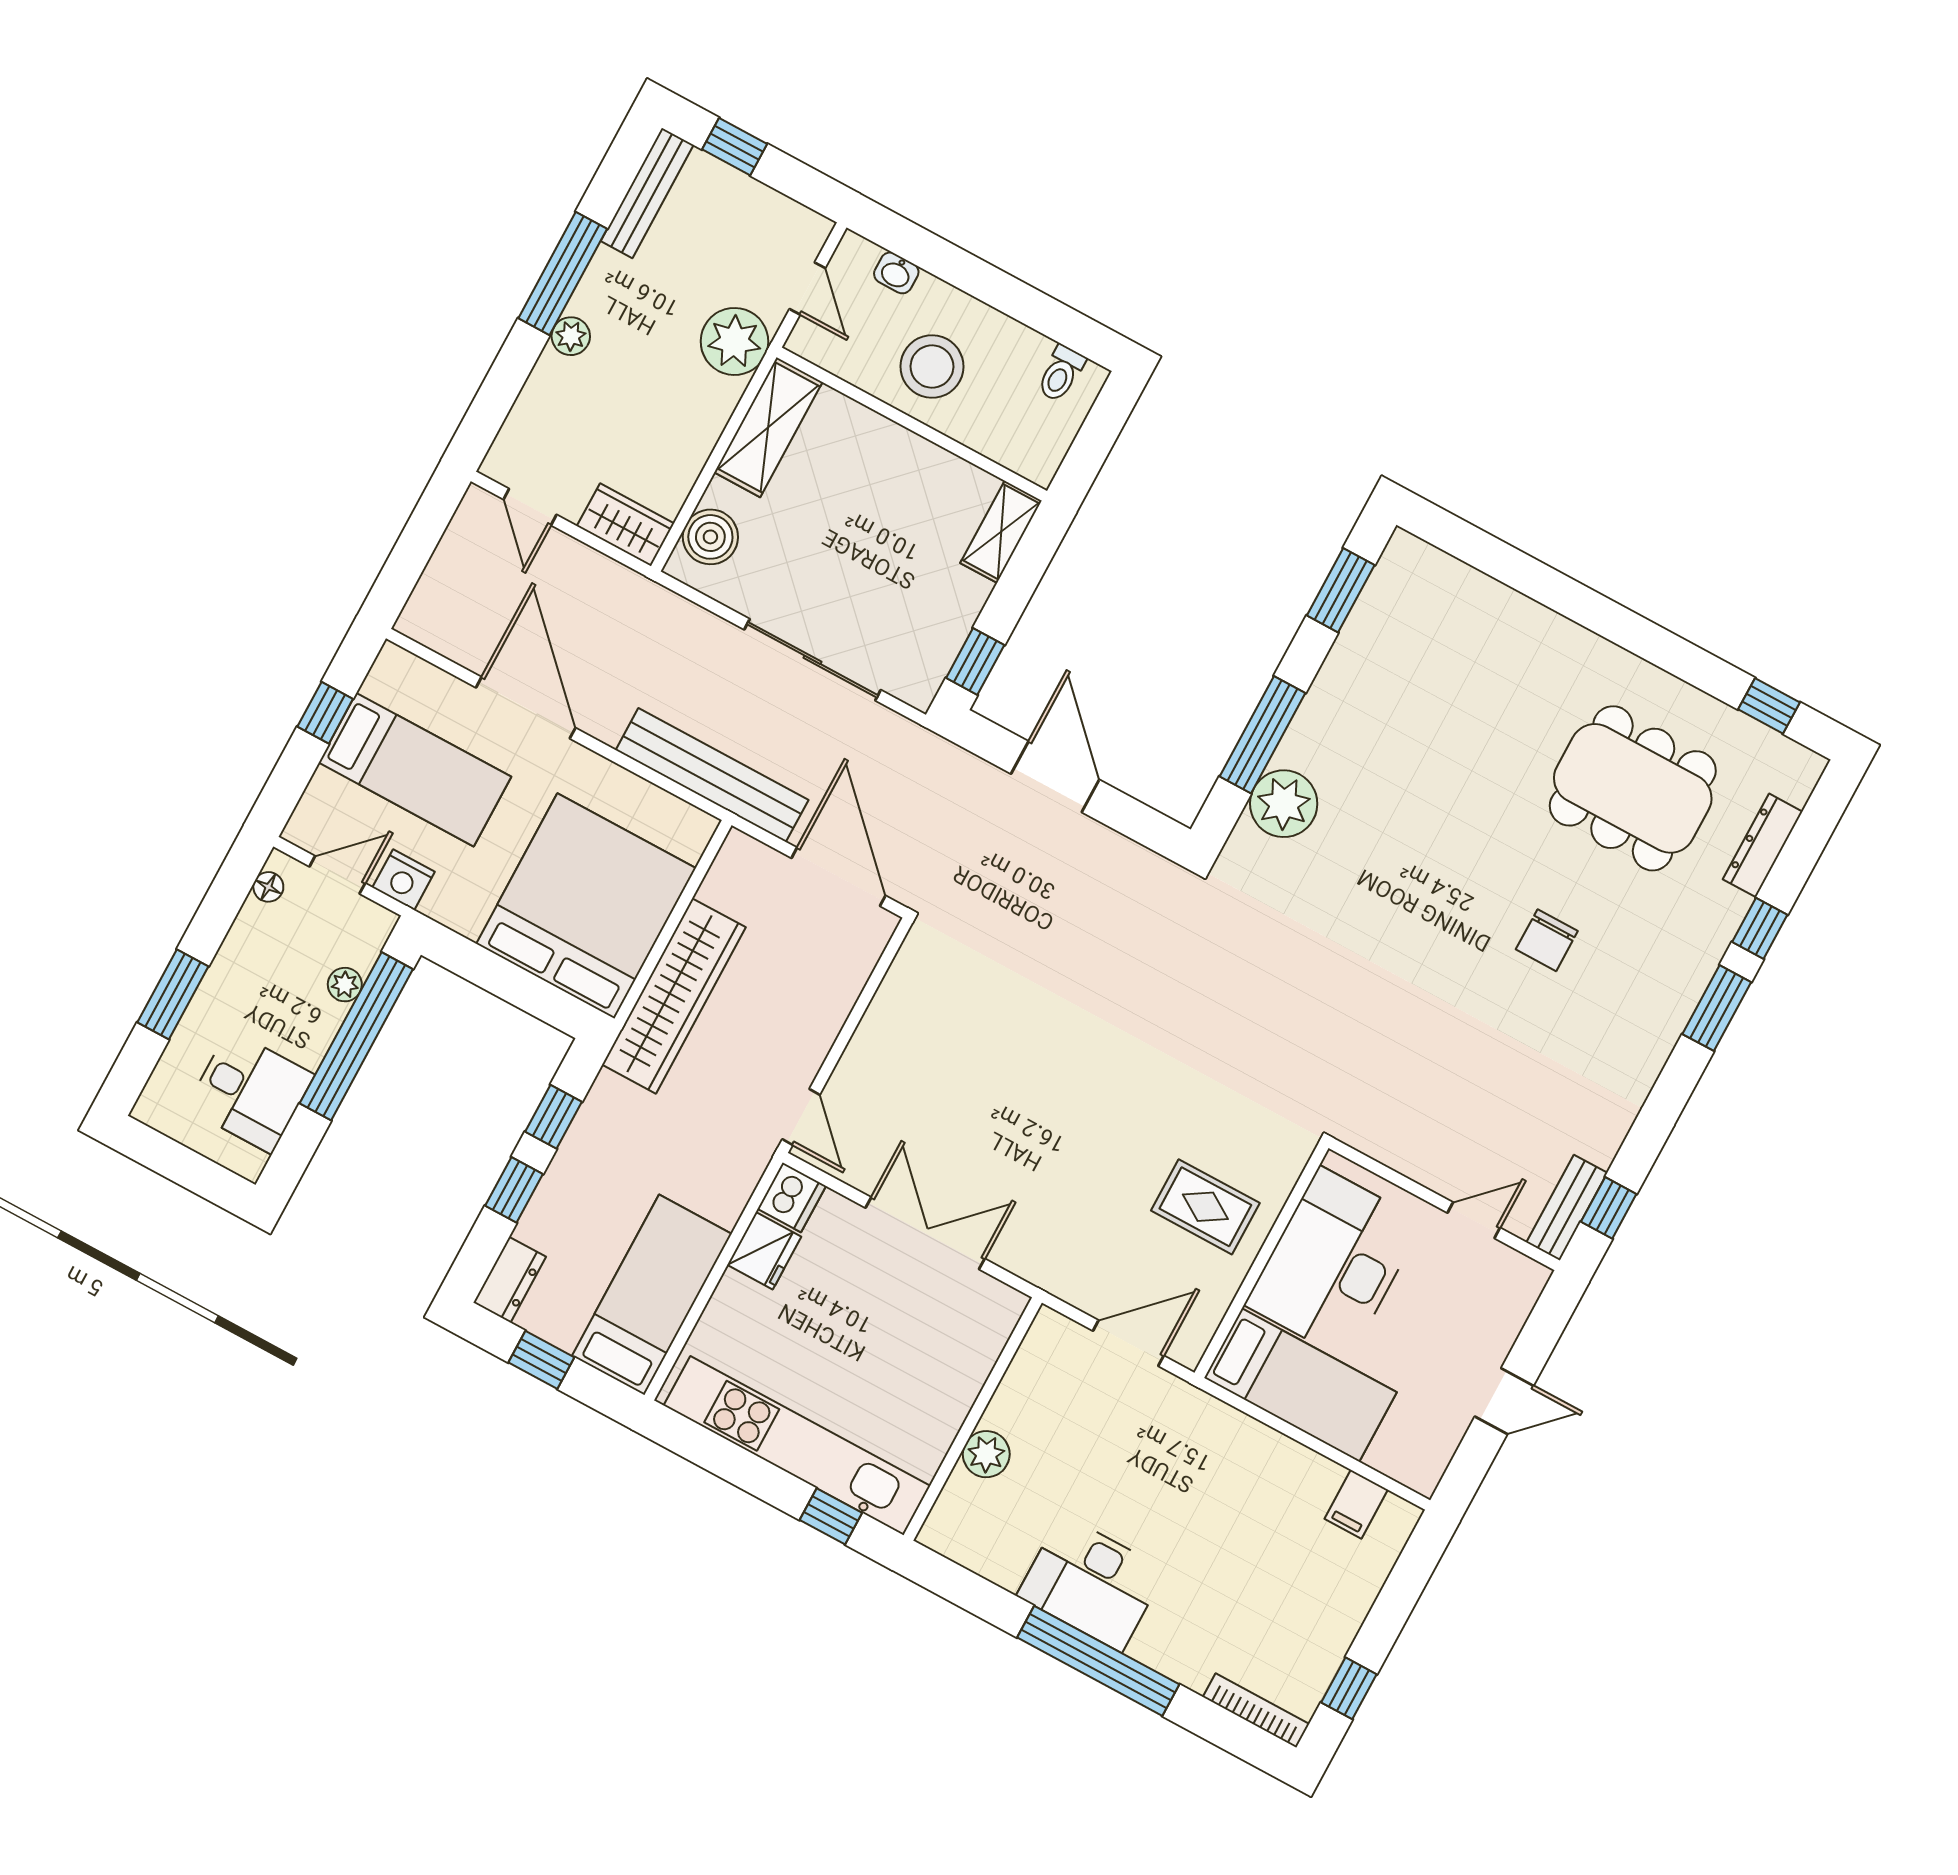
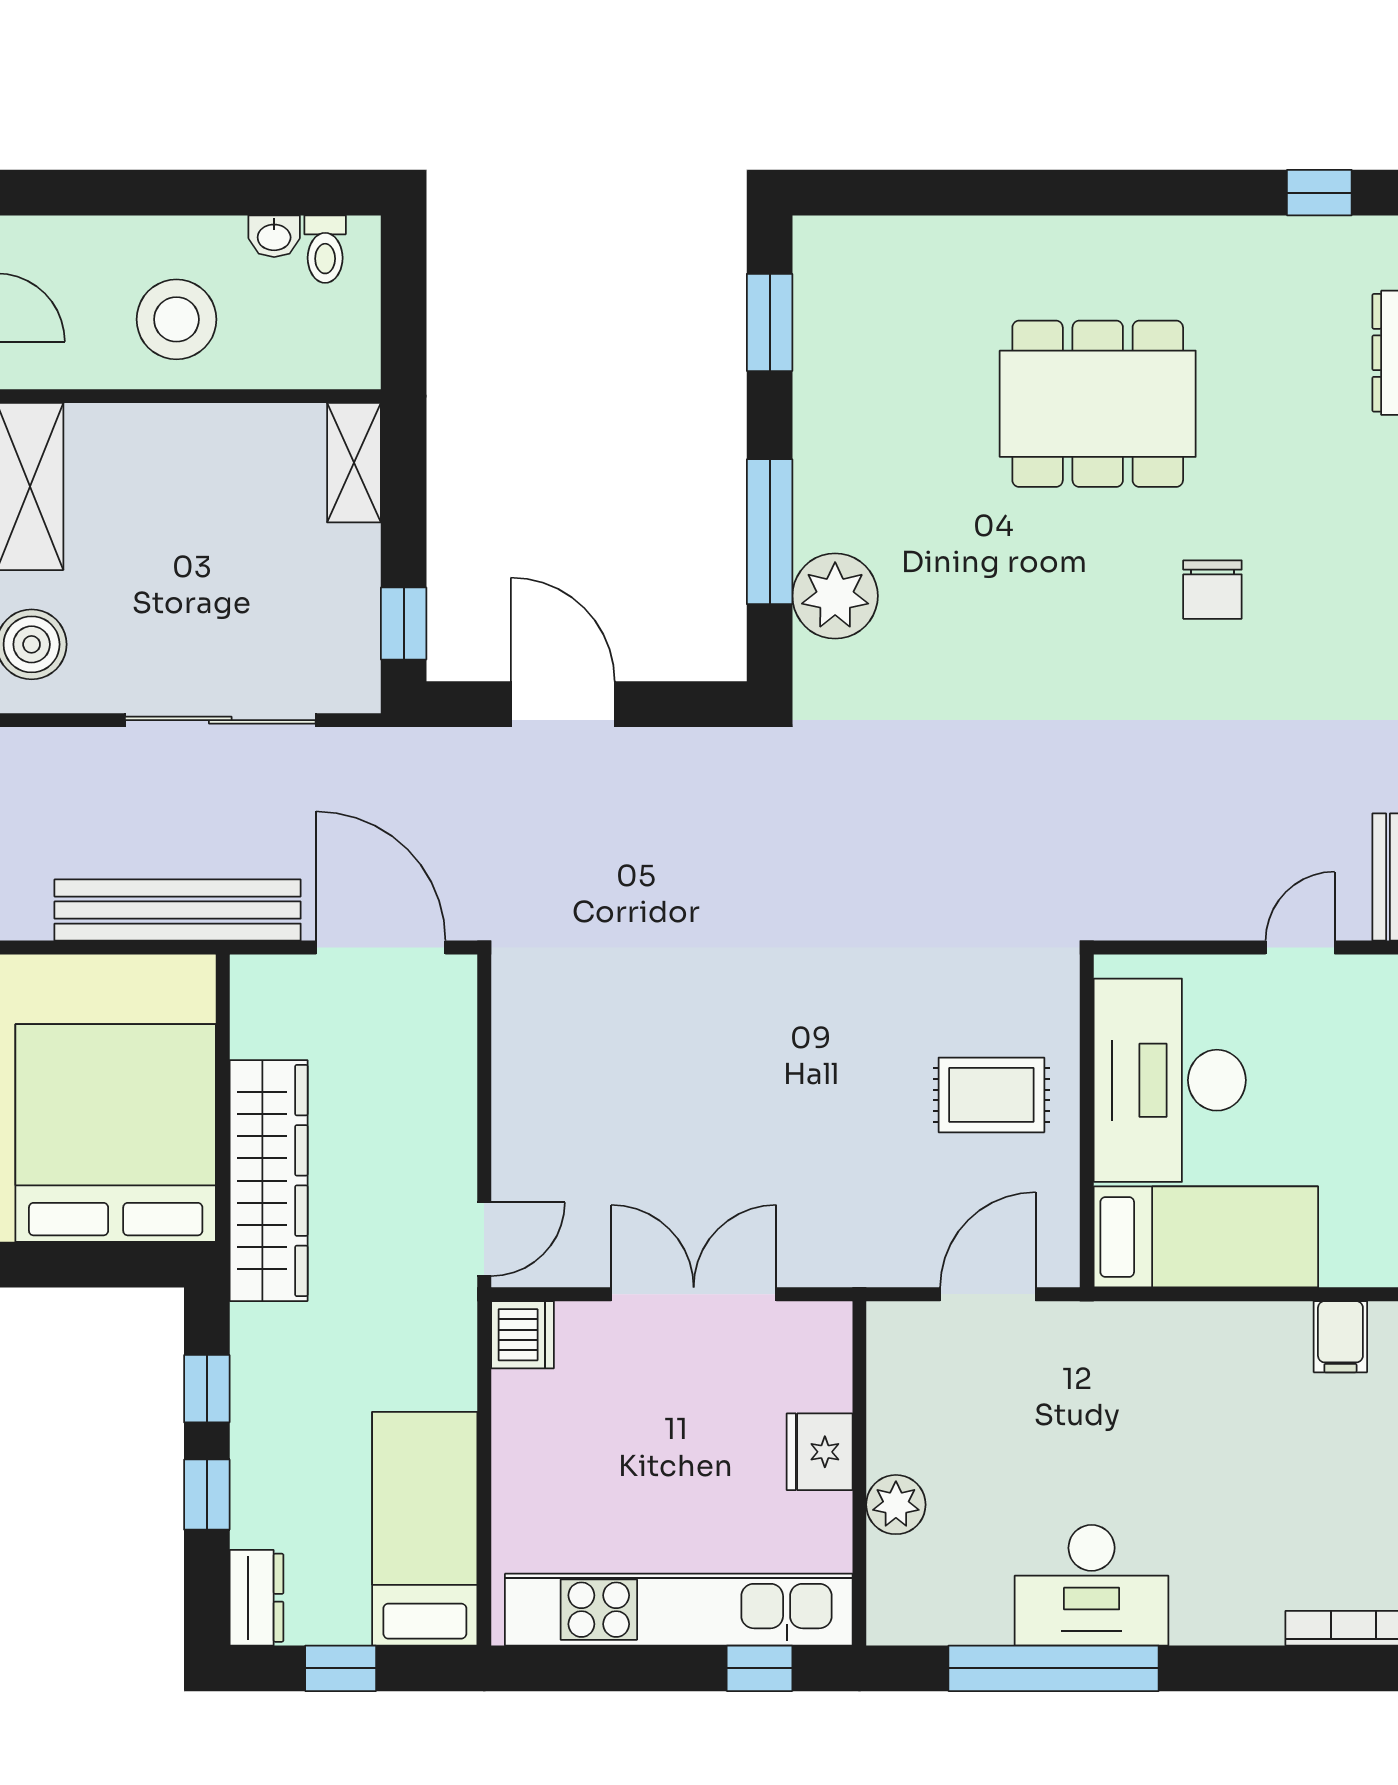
washbasin: (896, 273) -> (274, 236), moved
dining table: (1633, 788) -> (1098, 404), moved
door: (801, 1117) -> (484, 1239), hinge flipped
fridge: (764, 1251) -> (820, 1452), moved, turned 180
window: (1098, 1661) -> (1054, 1668), moved

